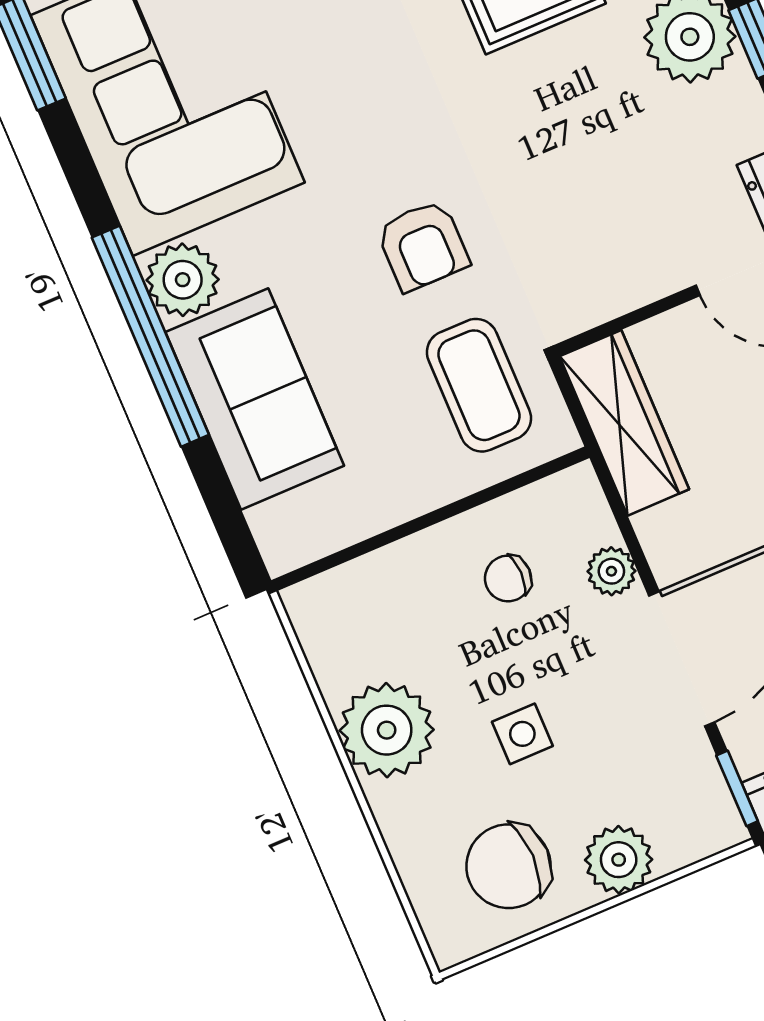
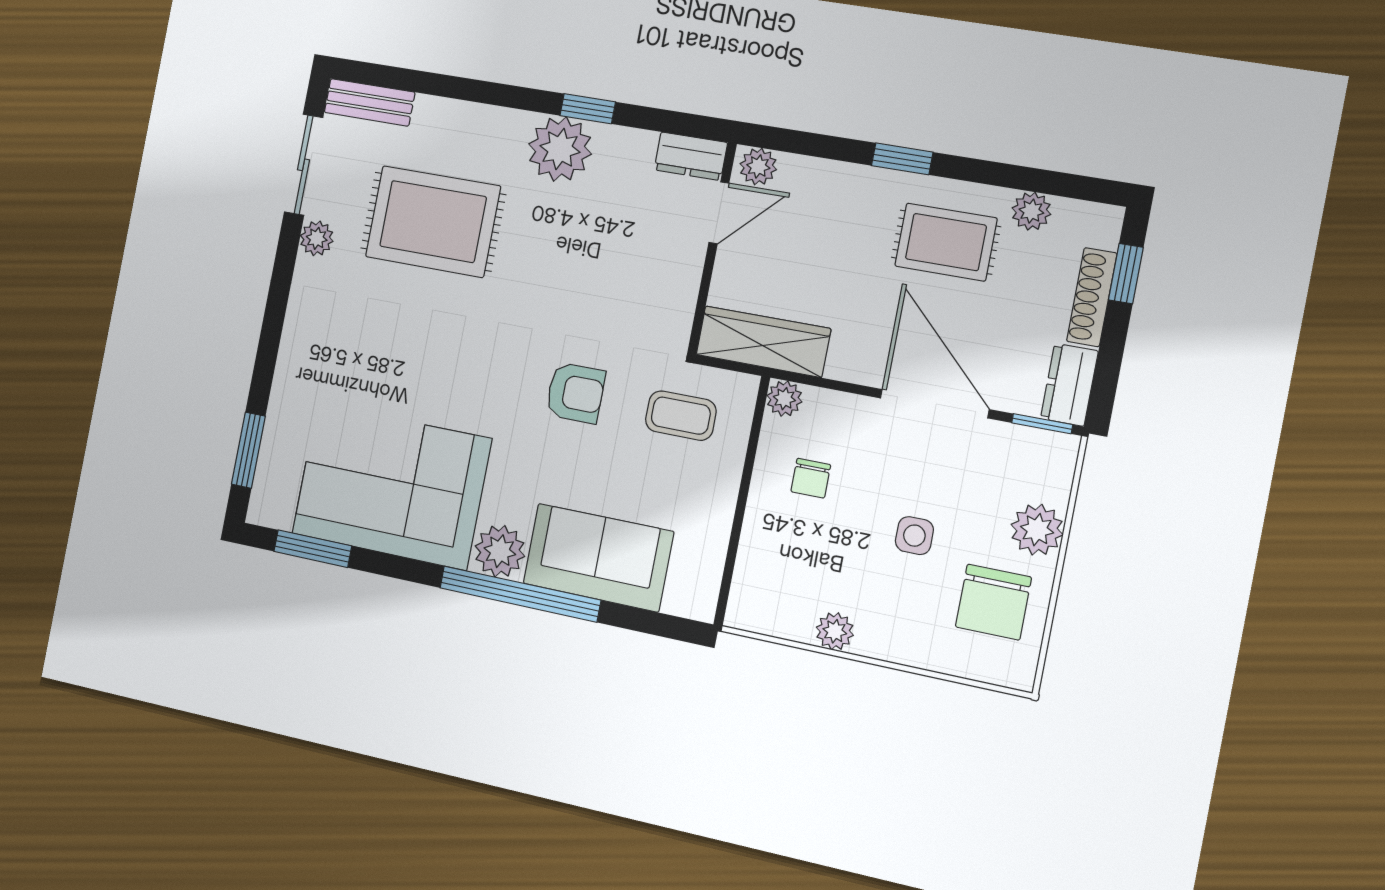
coffee table: (479, 385) -> (681, 416), width x0.73, depth x0.77
plant: (611, 571) -> (784, 399), moved
plant: (387, 730) -> (835, 631), width x0.53, depth x0.53

